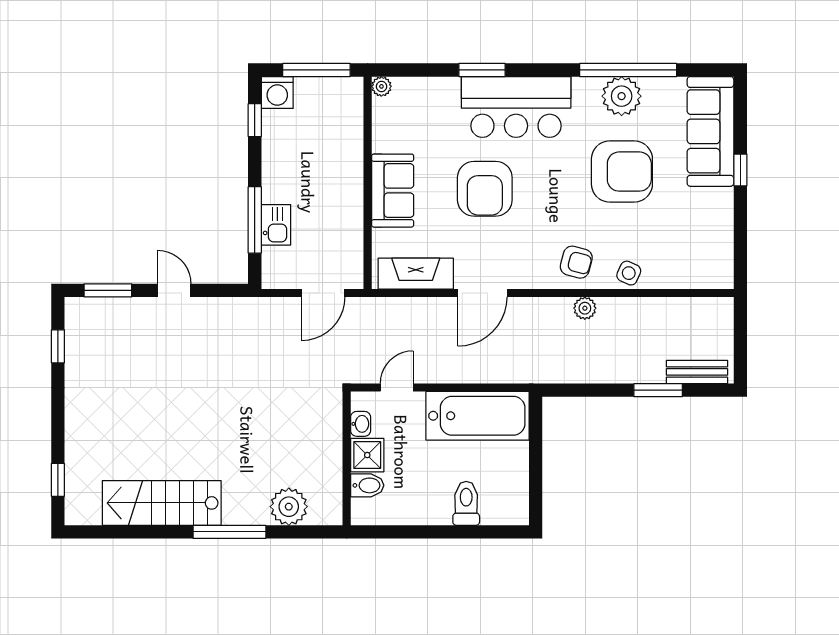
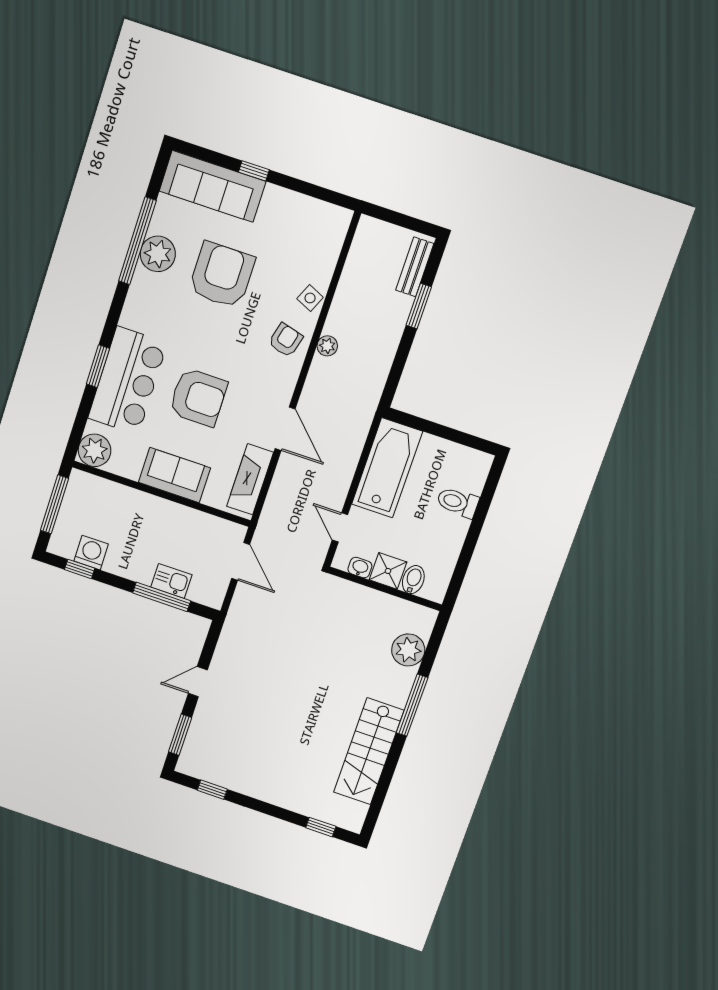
plant: (381, 86) -> (95, 450), width x1.87, depth x1.87
washing machine: (277, 92) -> (91, 553), moved, turned -90
bar counter: (516, 107) -> (128, 381), moved

